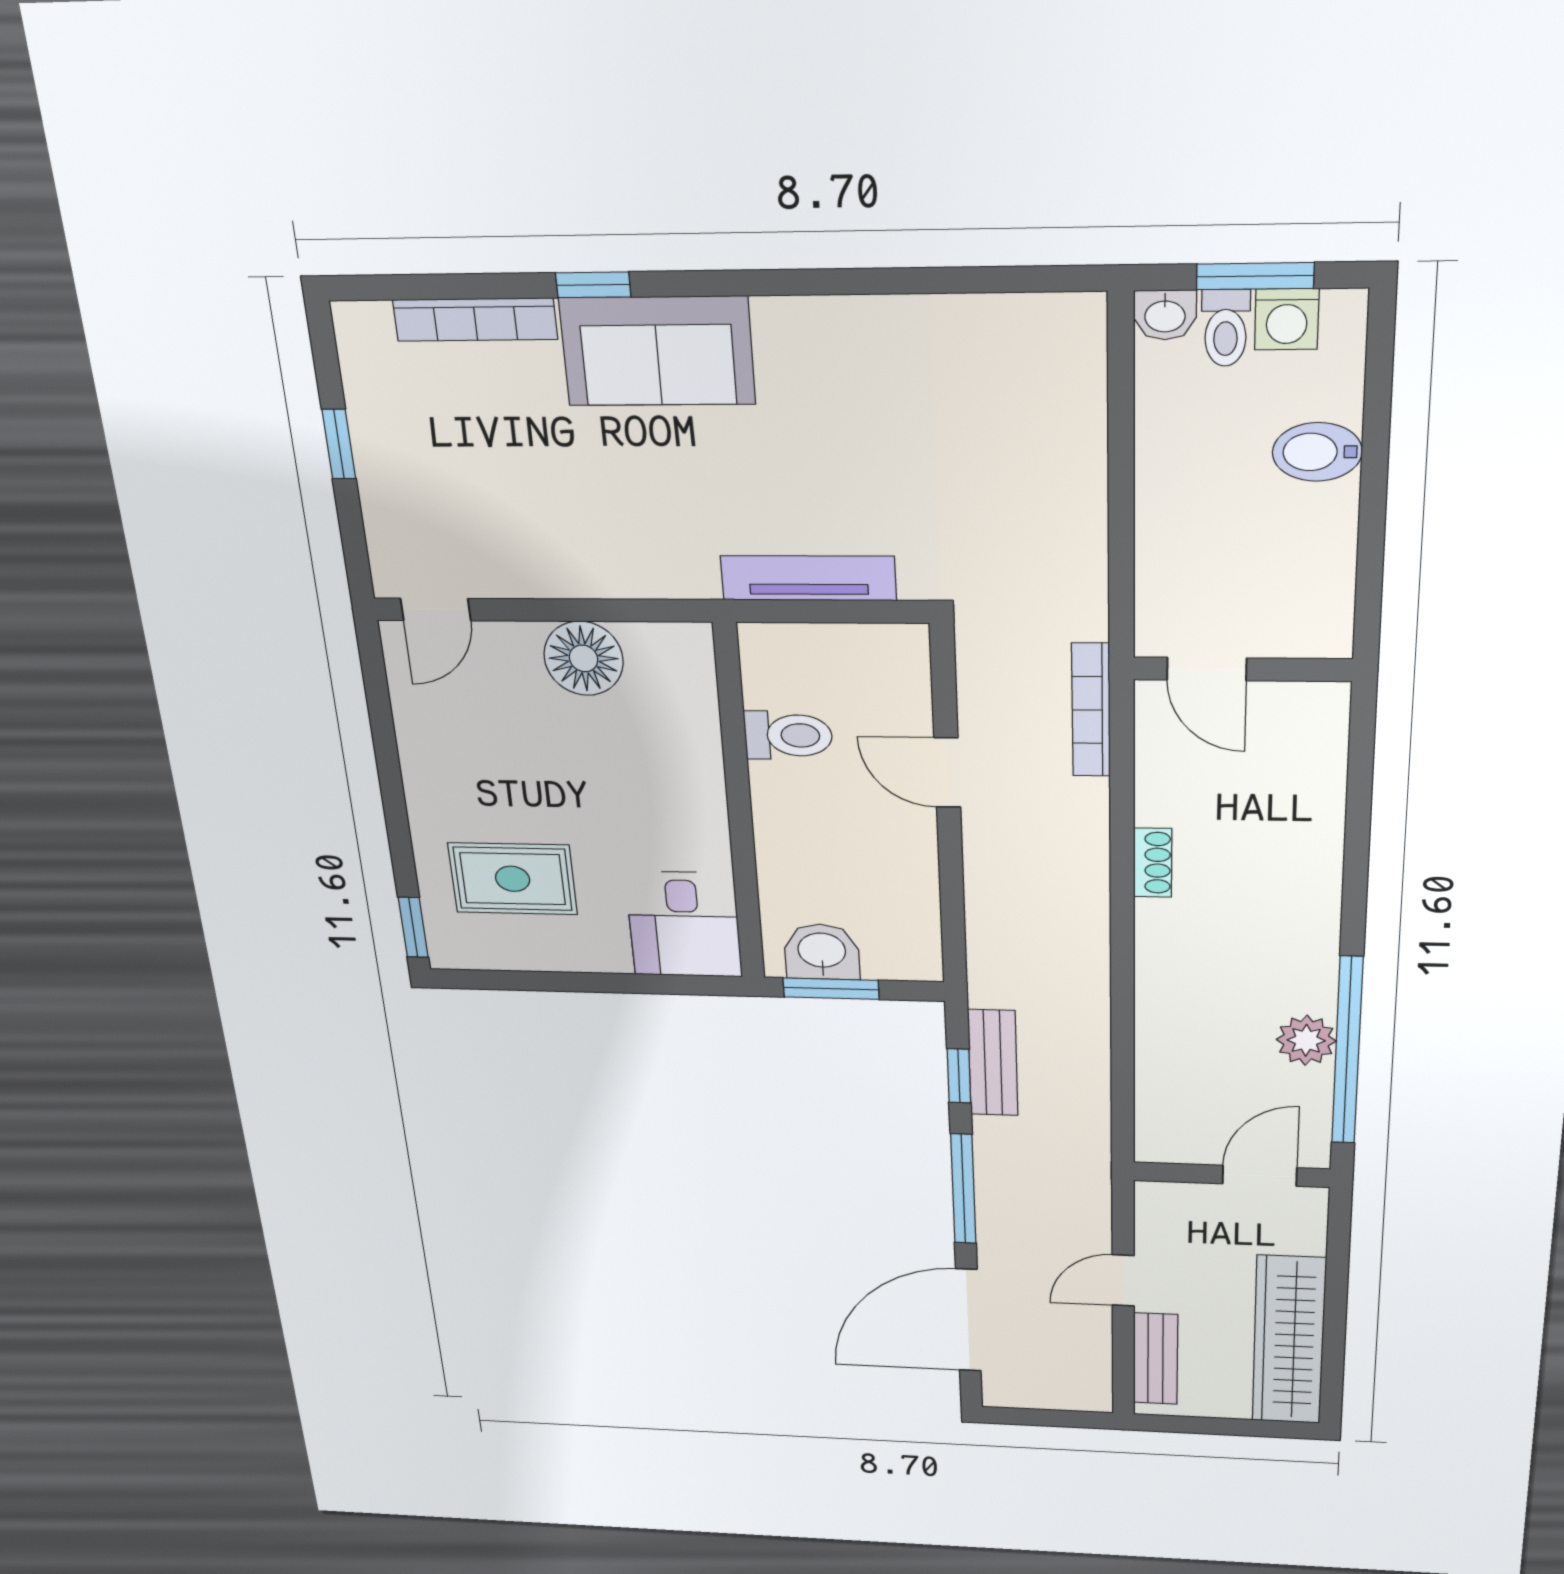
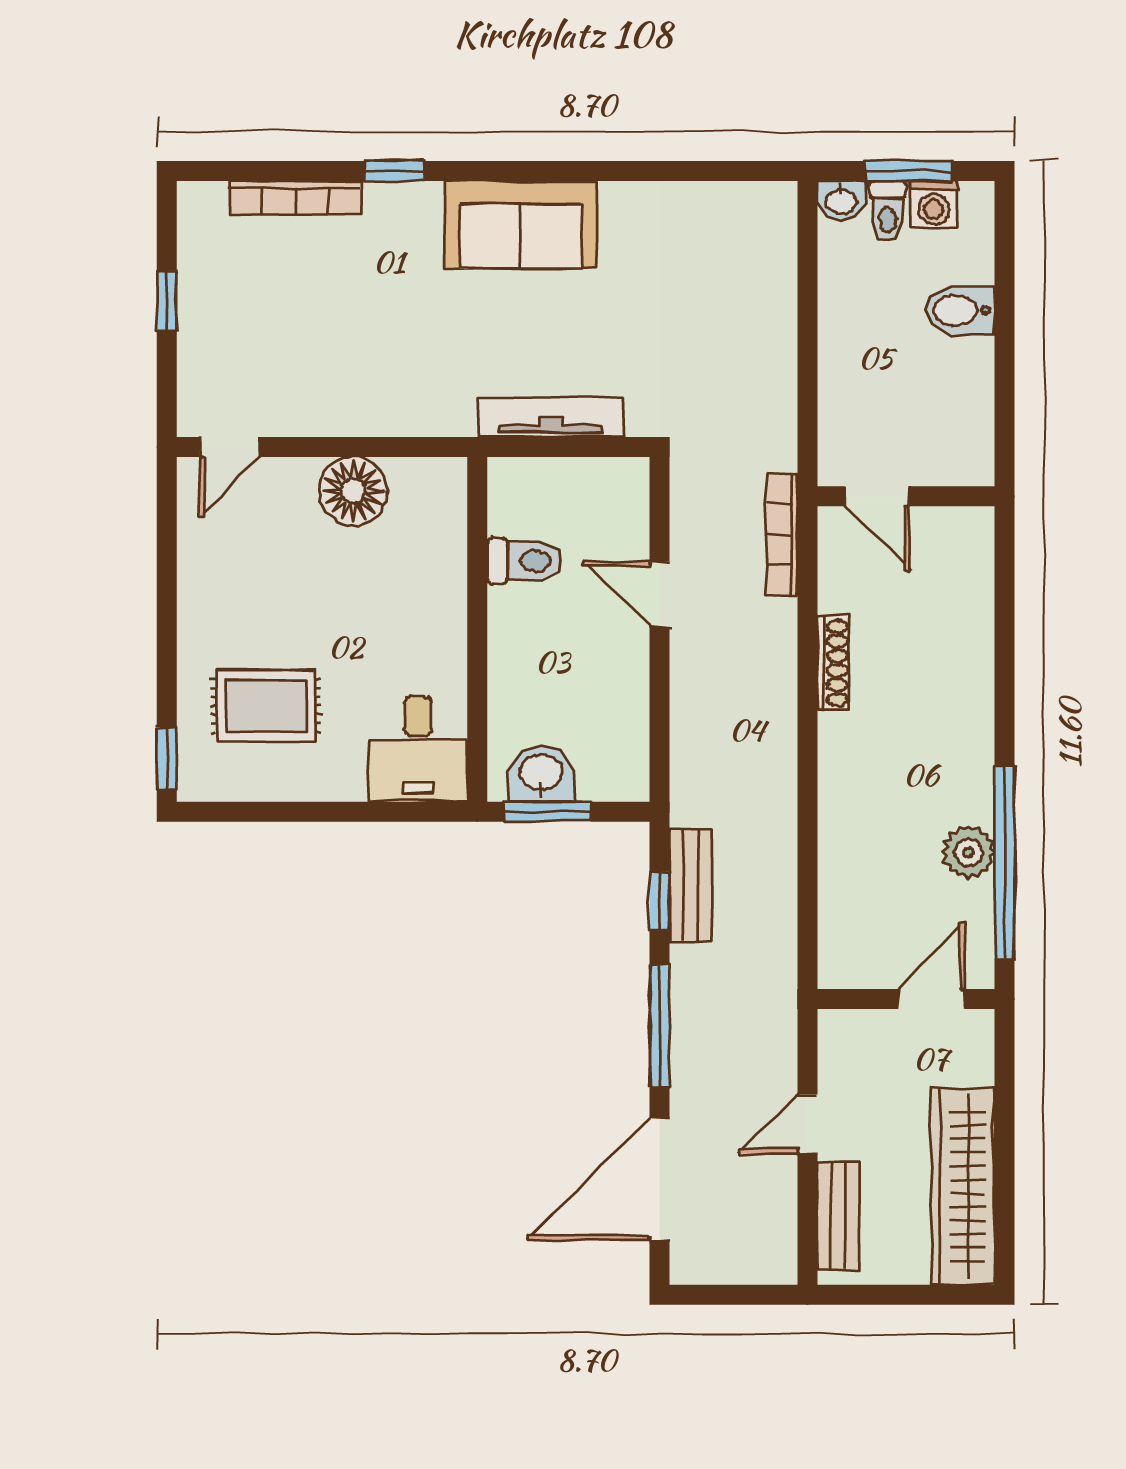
sofa: (657, 351) -> (521, 225), moved
shoe rack: (1153, 863) -> (833, 663), width x1.43

